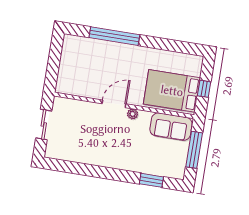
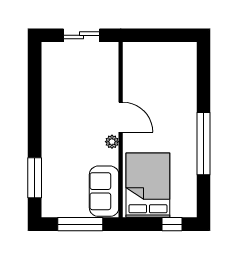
window: (114, 36) -> (204, 144), moved
window: (204, 89) -> (172, 224), moved
window: (151, 180) -> (35, 178), width x1.44

